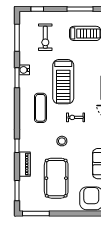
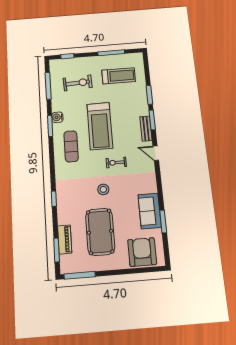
exercise bike: (45, 37) -> (78, 83), turned -93
exercise mat: (40, 108) -> (71, 146), moved
piano: (25, 164) -> (65, 239), moved

